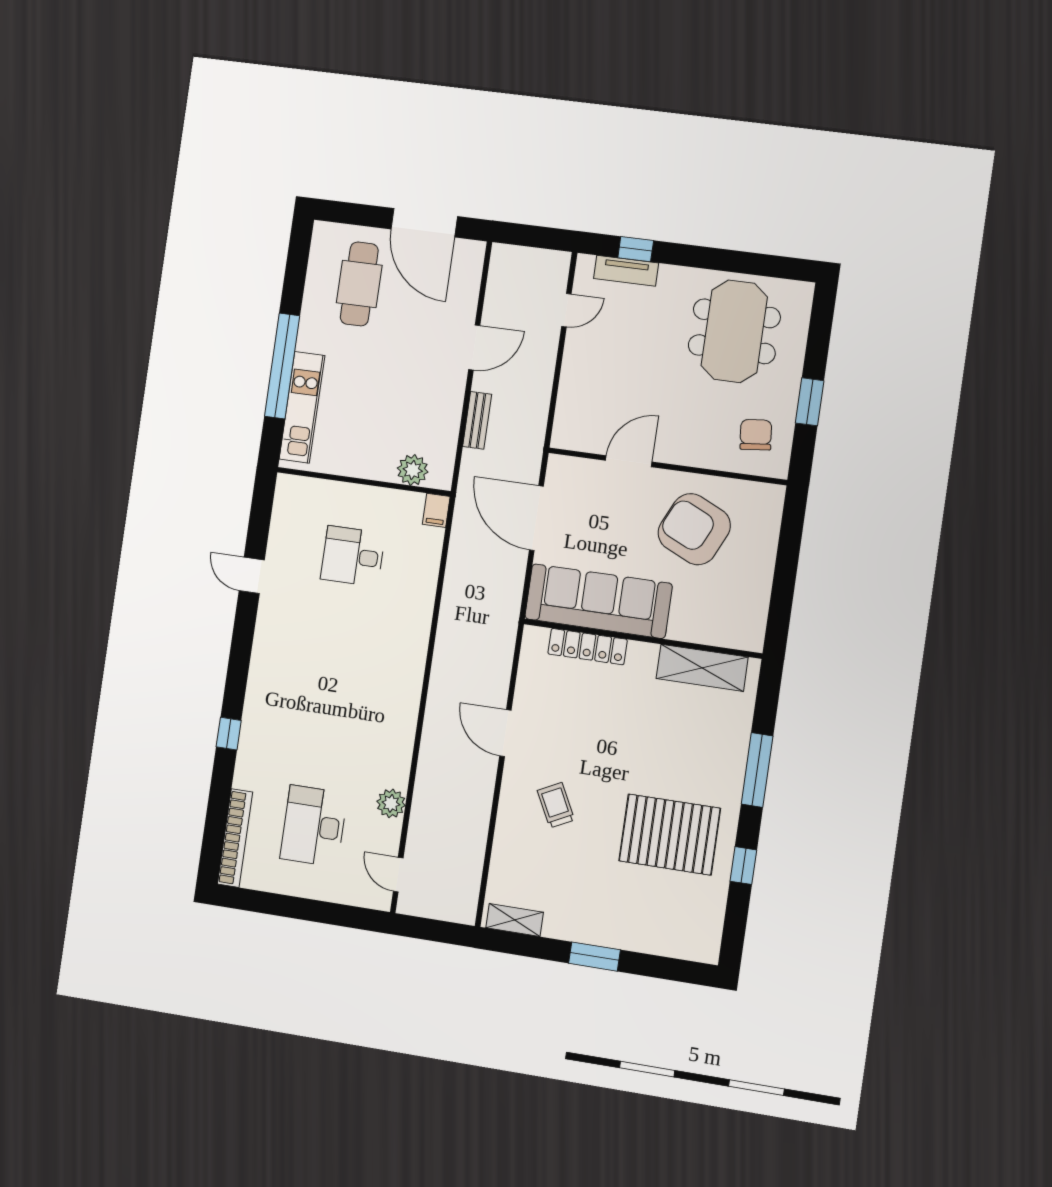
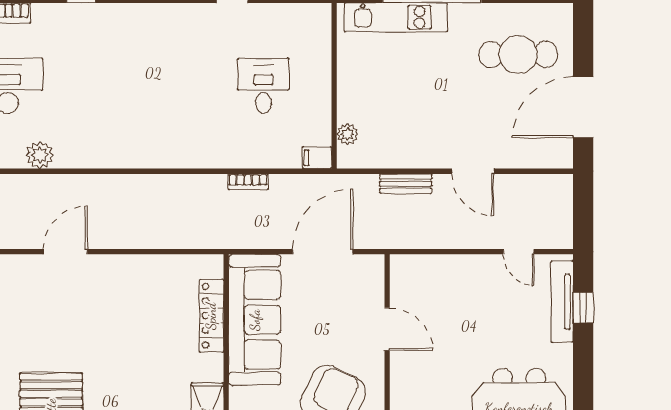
tv unit: (626, 271) -> (562, 302), width x1.41
plant: (413, 470) -> (347, 134), width x0.73, depth x0.73
bookcase: (451, 587) -> (248, 182), added
door: (505, 733) -> (66, 252), moved
trolley: (556, 805) -> (62, 308), removed

